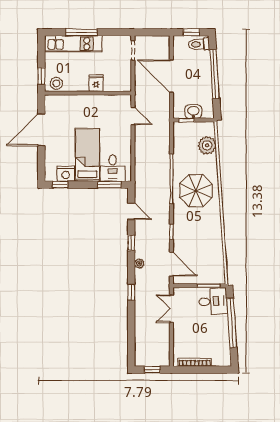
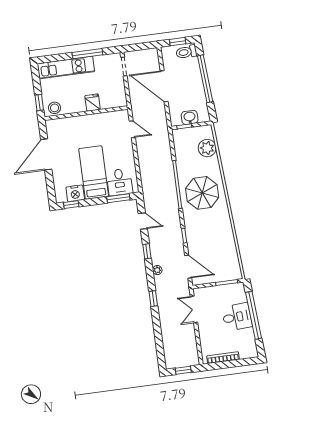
window: (81, 32) -> (87, 54), moved
desk: (213, 301) -> (237, 317), moved

